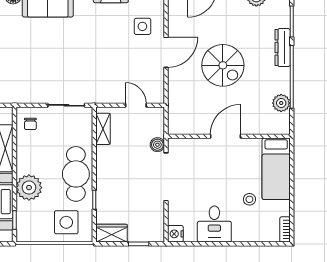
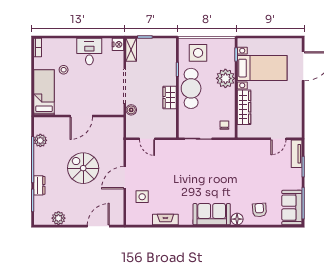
dresser: (283, 48) -> (39, 185), width x0.70
shelving: (103, 129) -> (131, 50), moved
wardrobe: (112, 233) -> (170, 98), moved, turned 90

